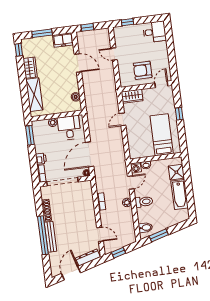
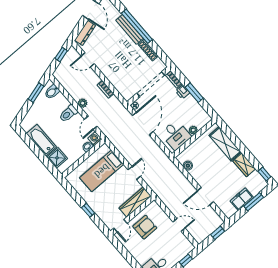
freezer: (63, 40) -> (242, 199), moved
wardrobe: (132, 96) -> (135, 202), width x1.50
window: (30, 135) -> (194, 93), moved
bed: (162, 135) -> (102, 171), moved, turned 90

